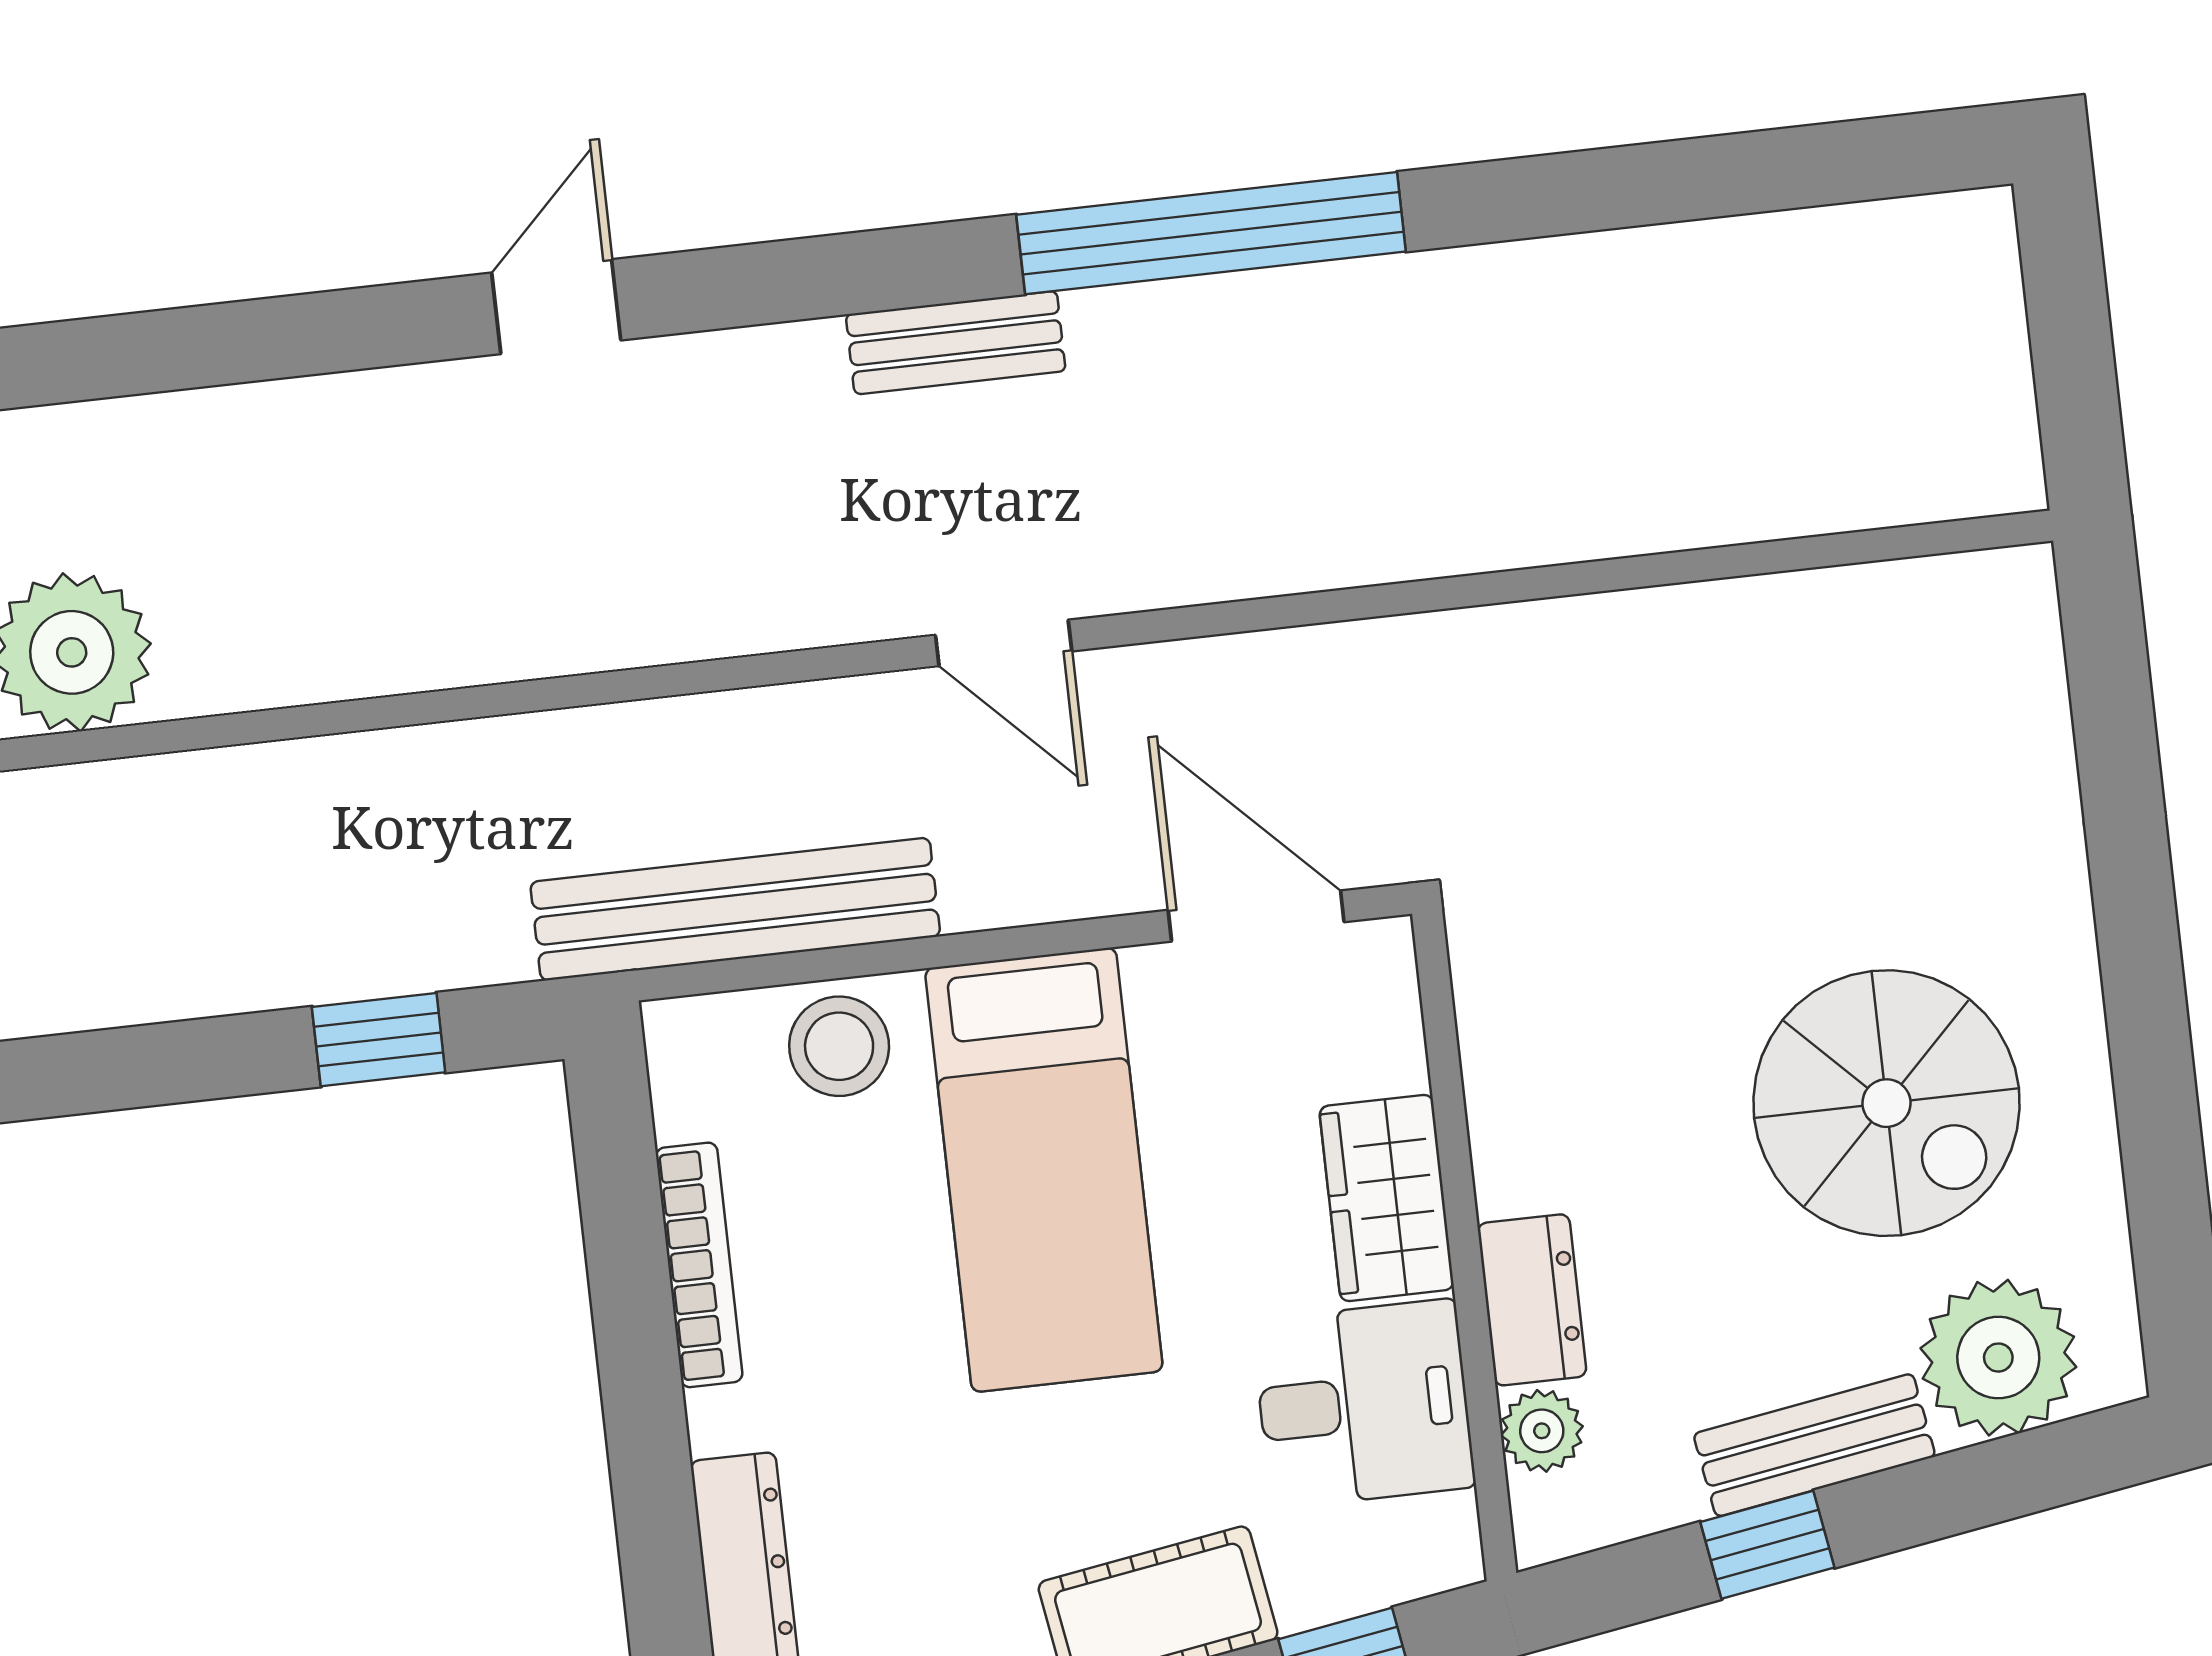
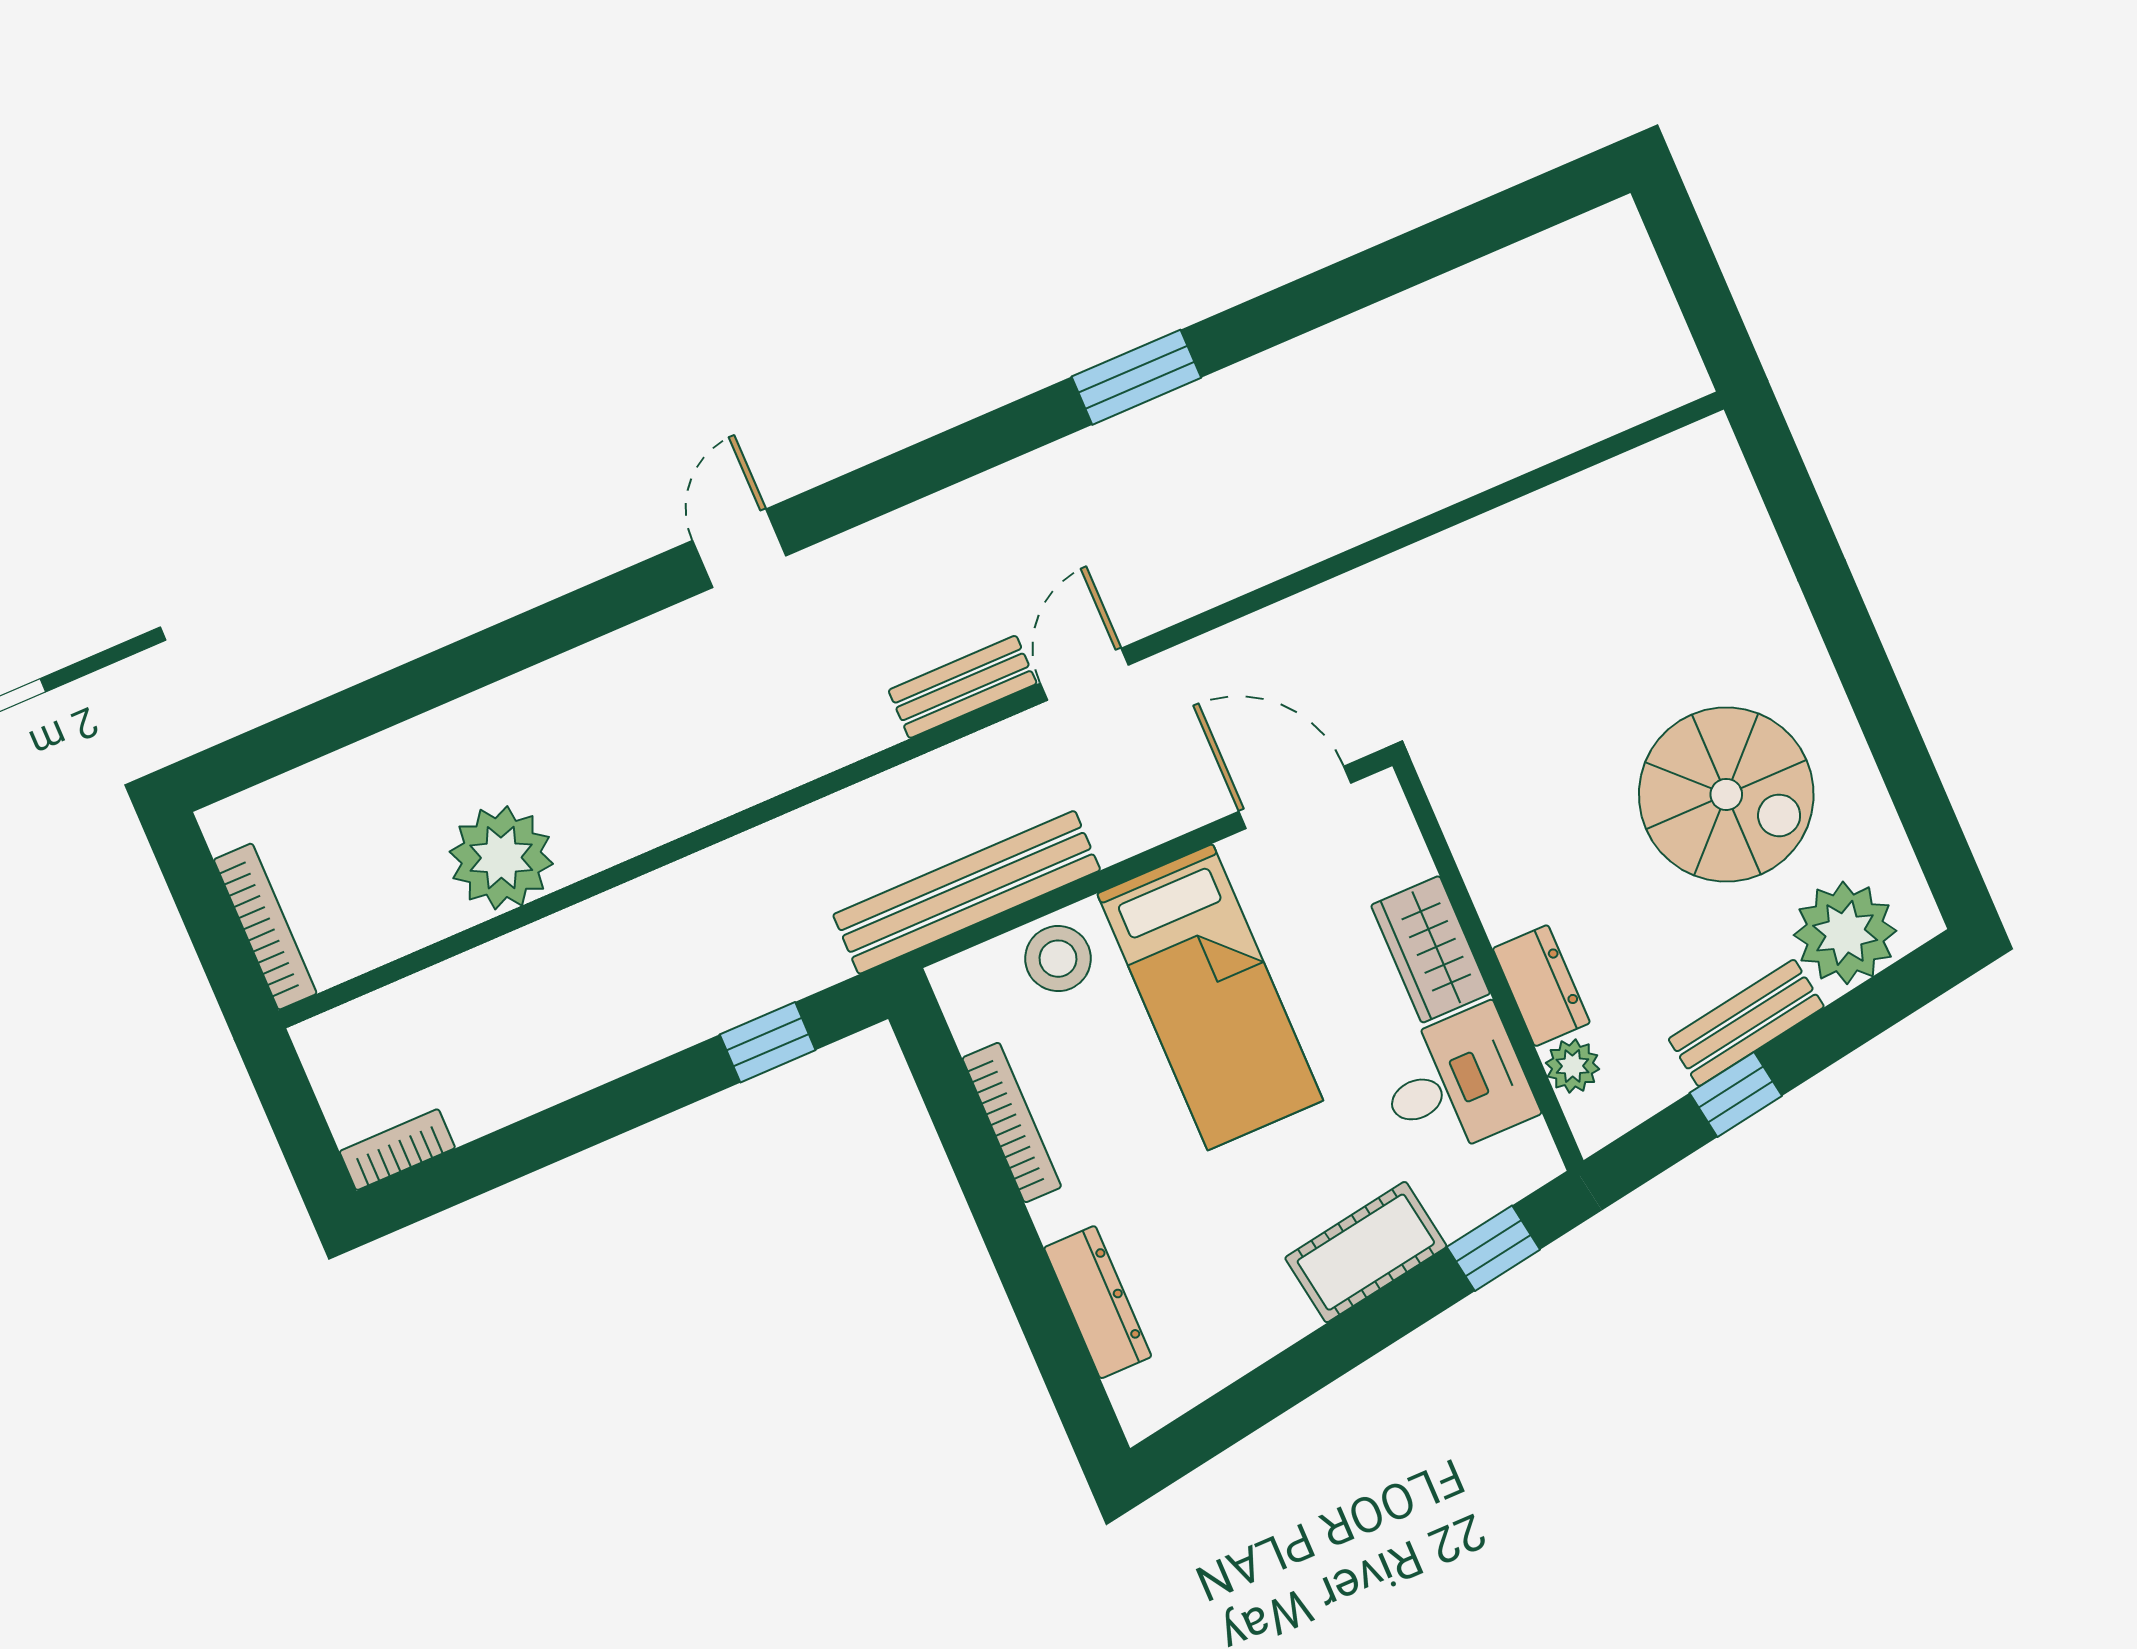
window: (1211, 233) -> (1136, 377), width x0.47
bench: (956, 343) -> (963, 687), moved
door: (1004, 643) -> (1084, 674), swing flipped

